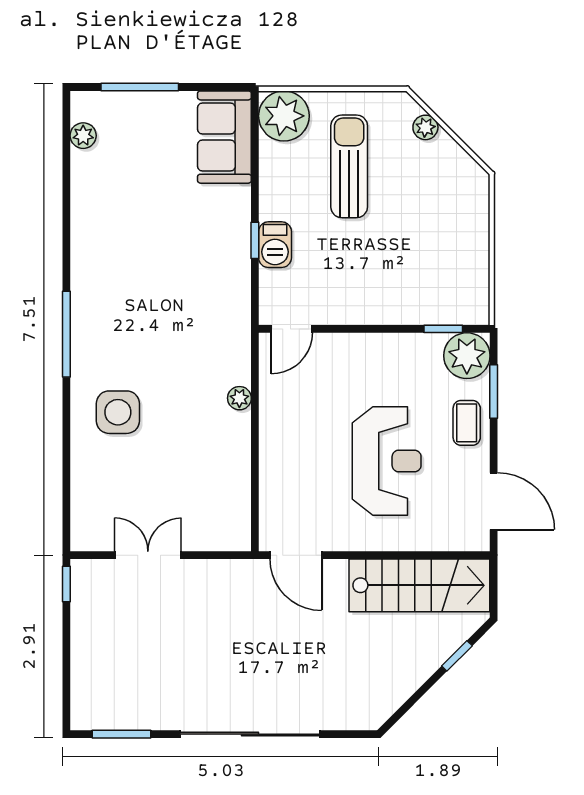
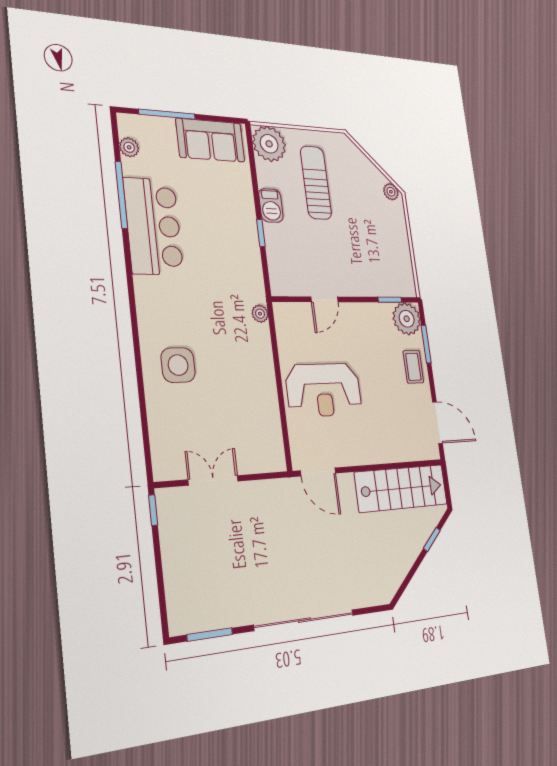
plant: (425, 127) -> (391, 192), moved
sofa: (224, 137) -> (210, 140), moved, turned -90
bar counter: (105, 237) -> (153, 226), added
barbecue: (275, 245) -> (271, 205), moved
door: (292, 329) -> (324, 299), moved
window: (66, 334) -> (121, 195), moved
plant: (239, 398) -> (260, 314), moved
reception desk: (387, 461) -> (324, 390), moved, turned 90

